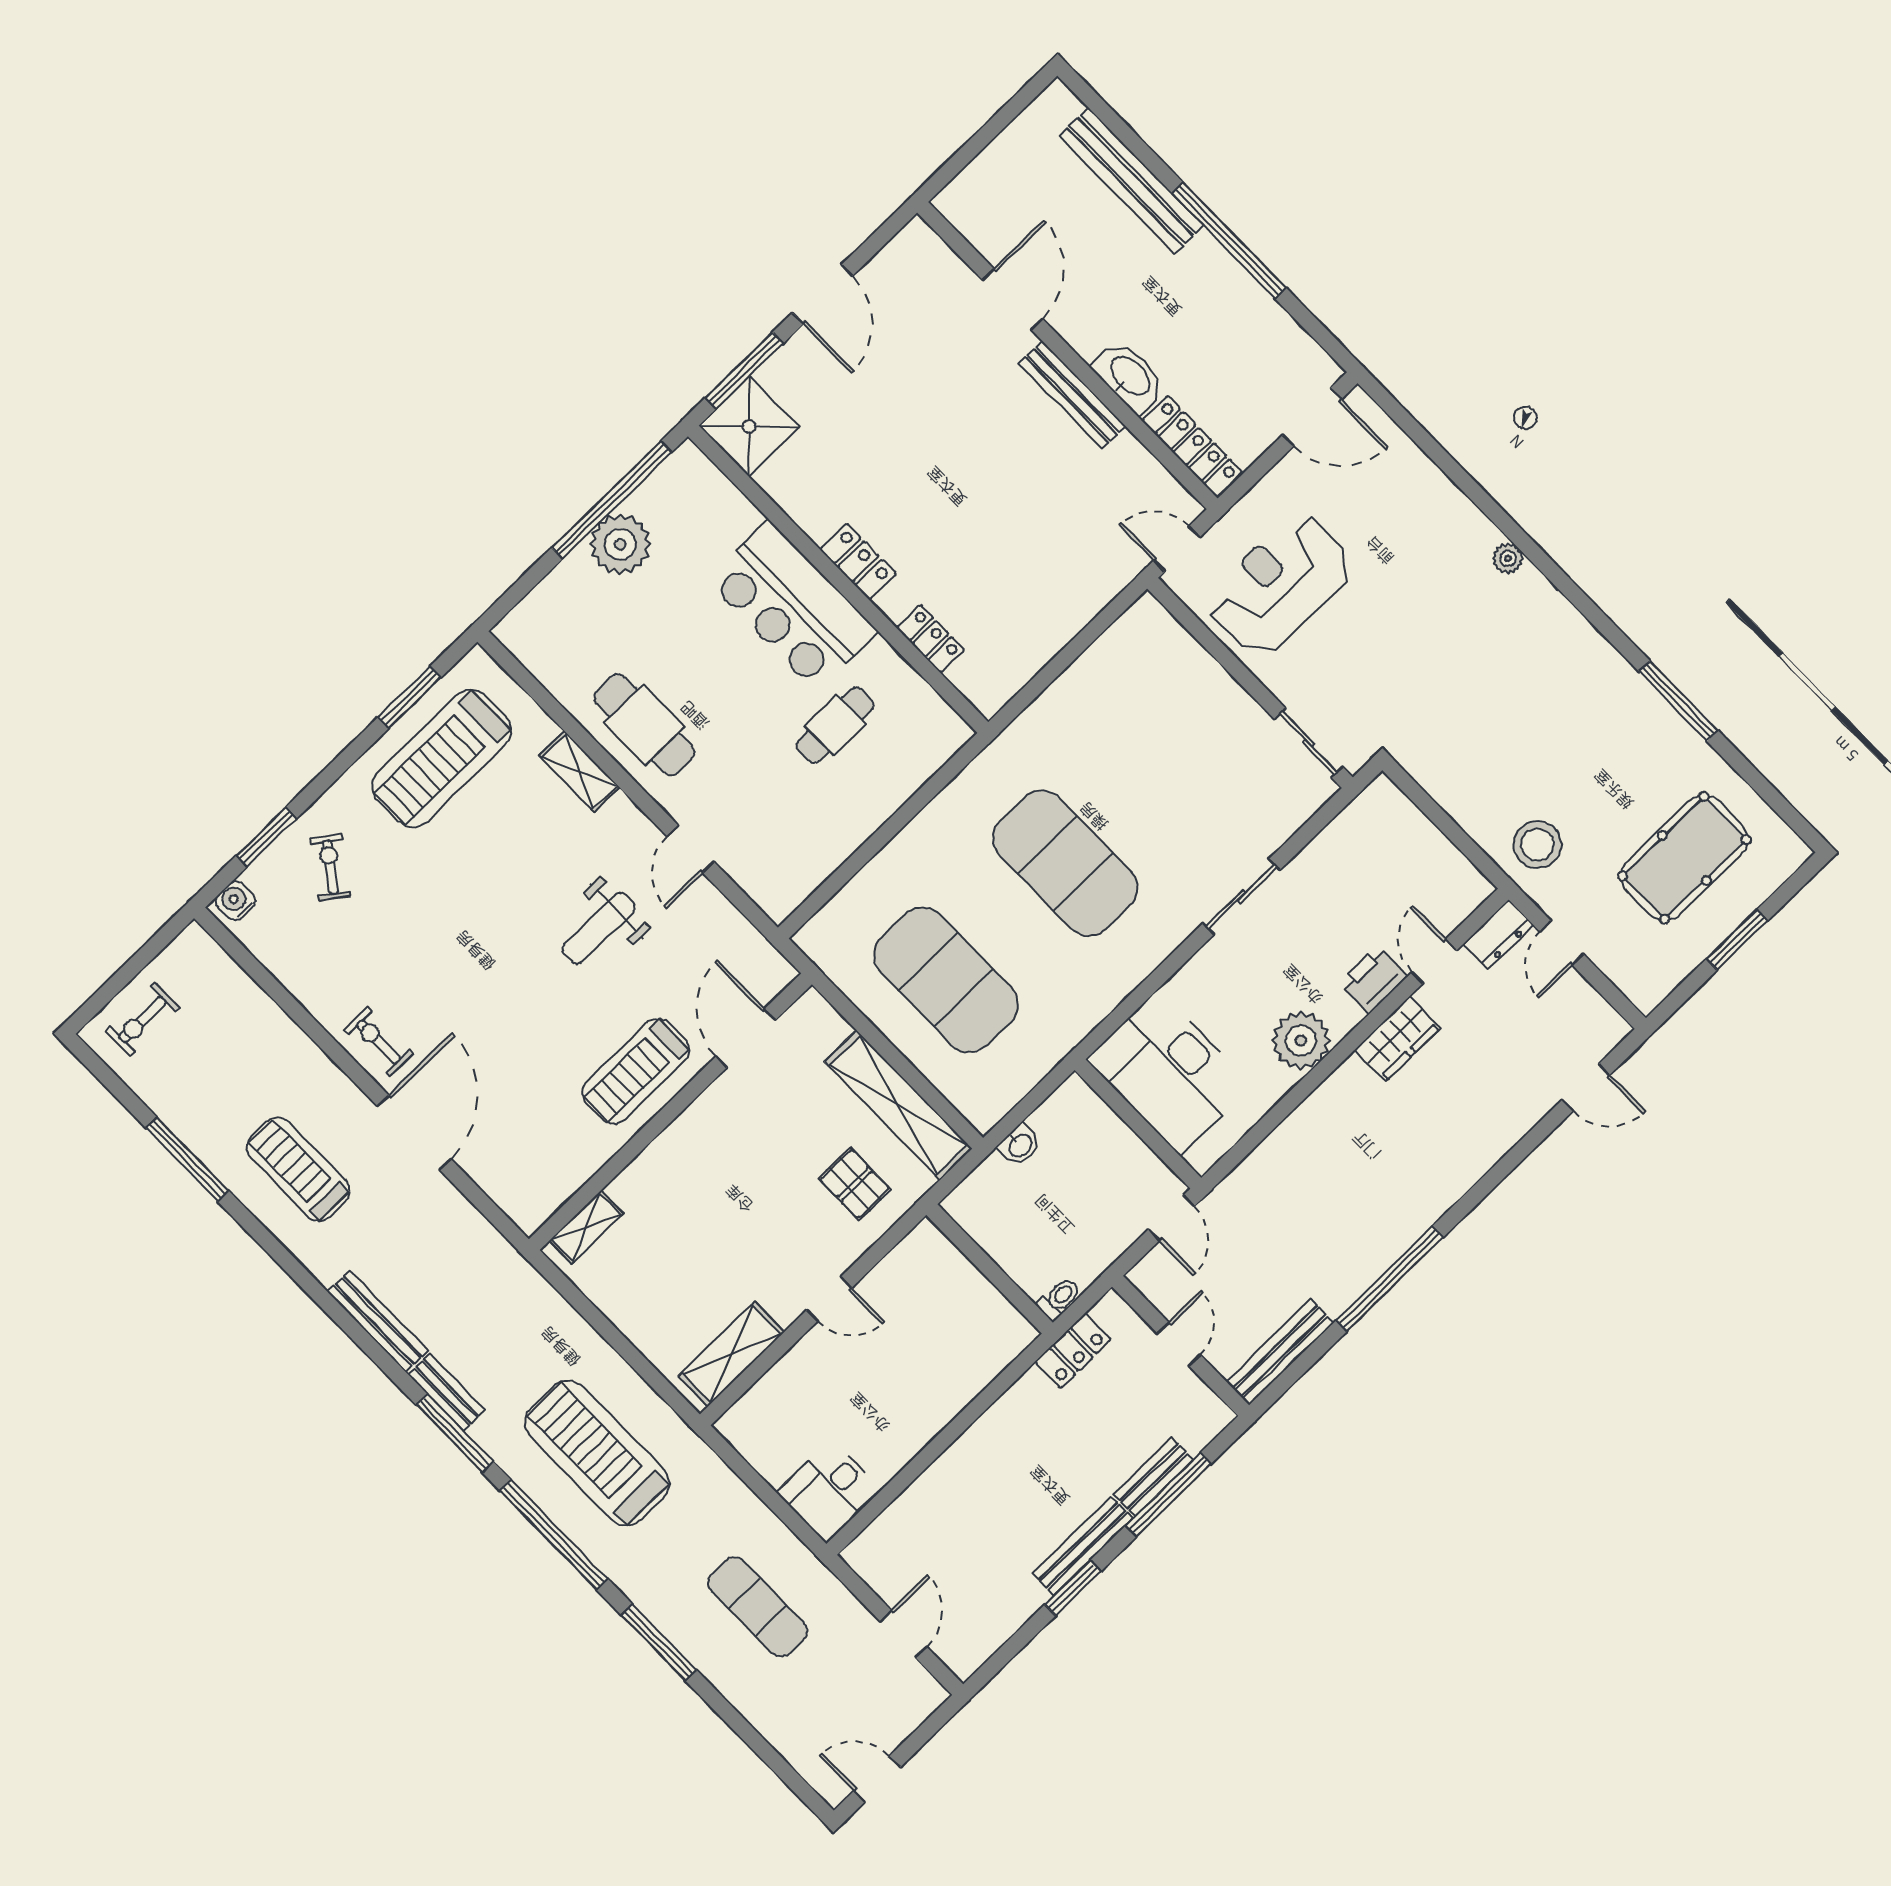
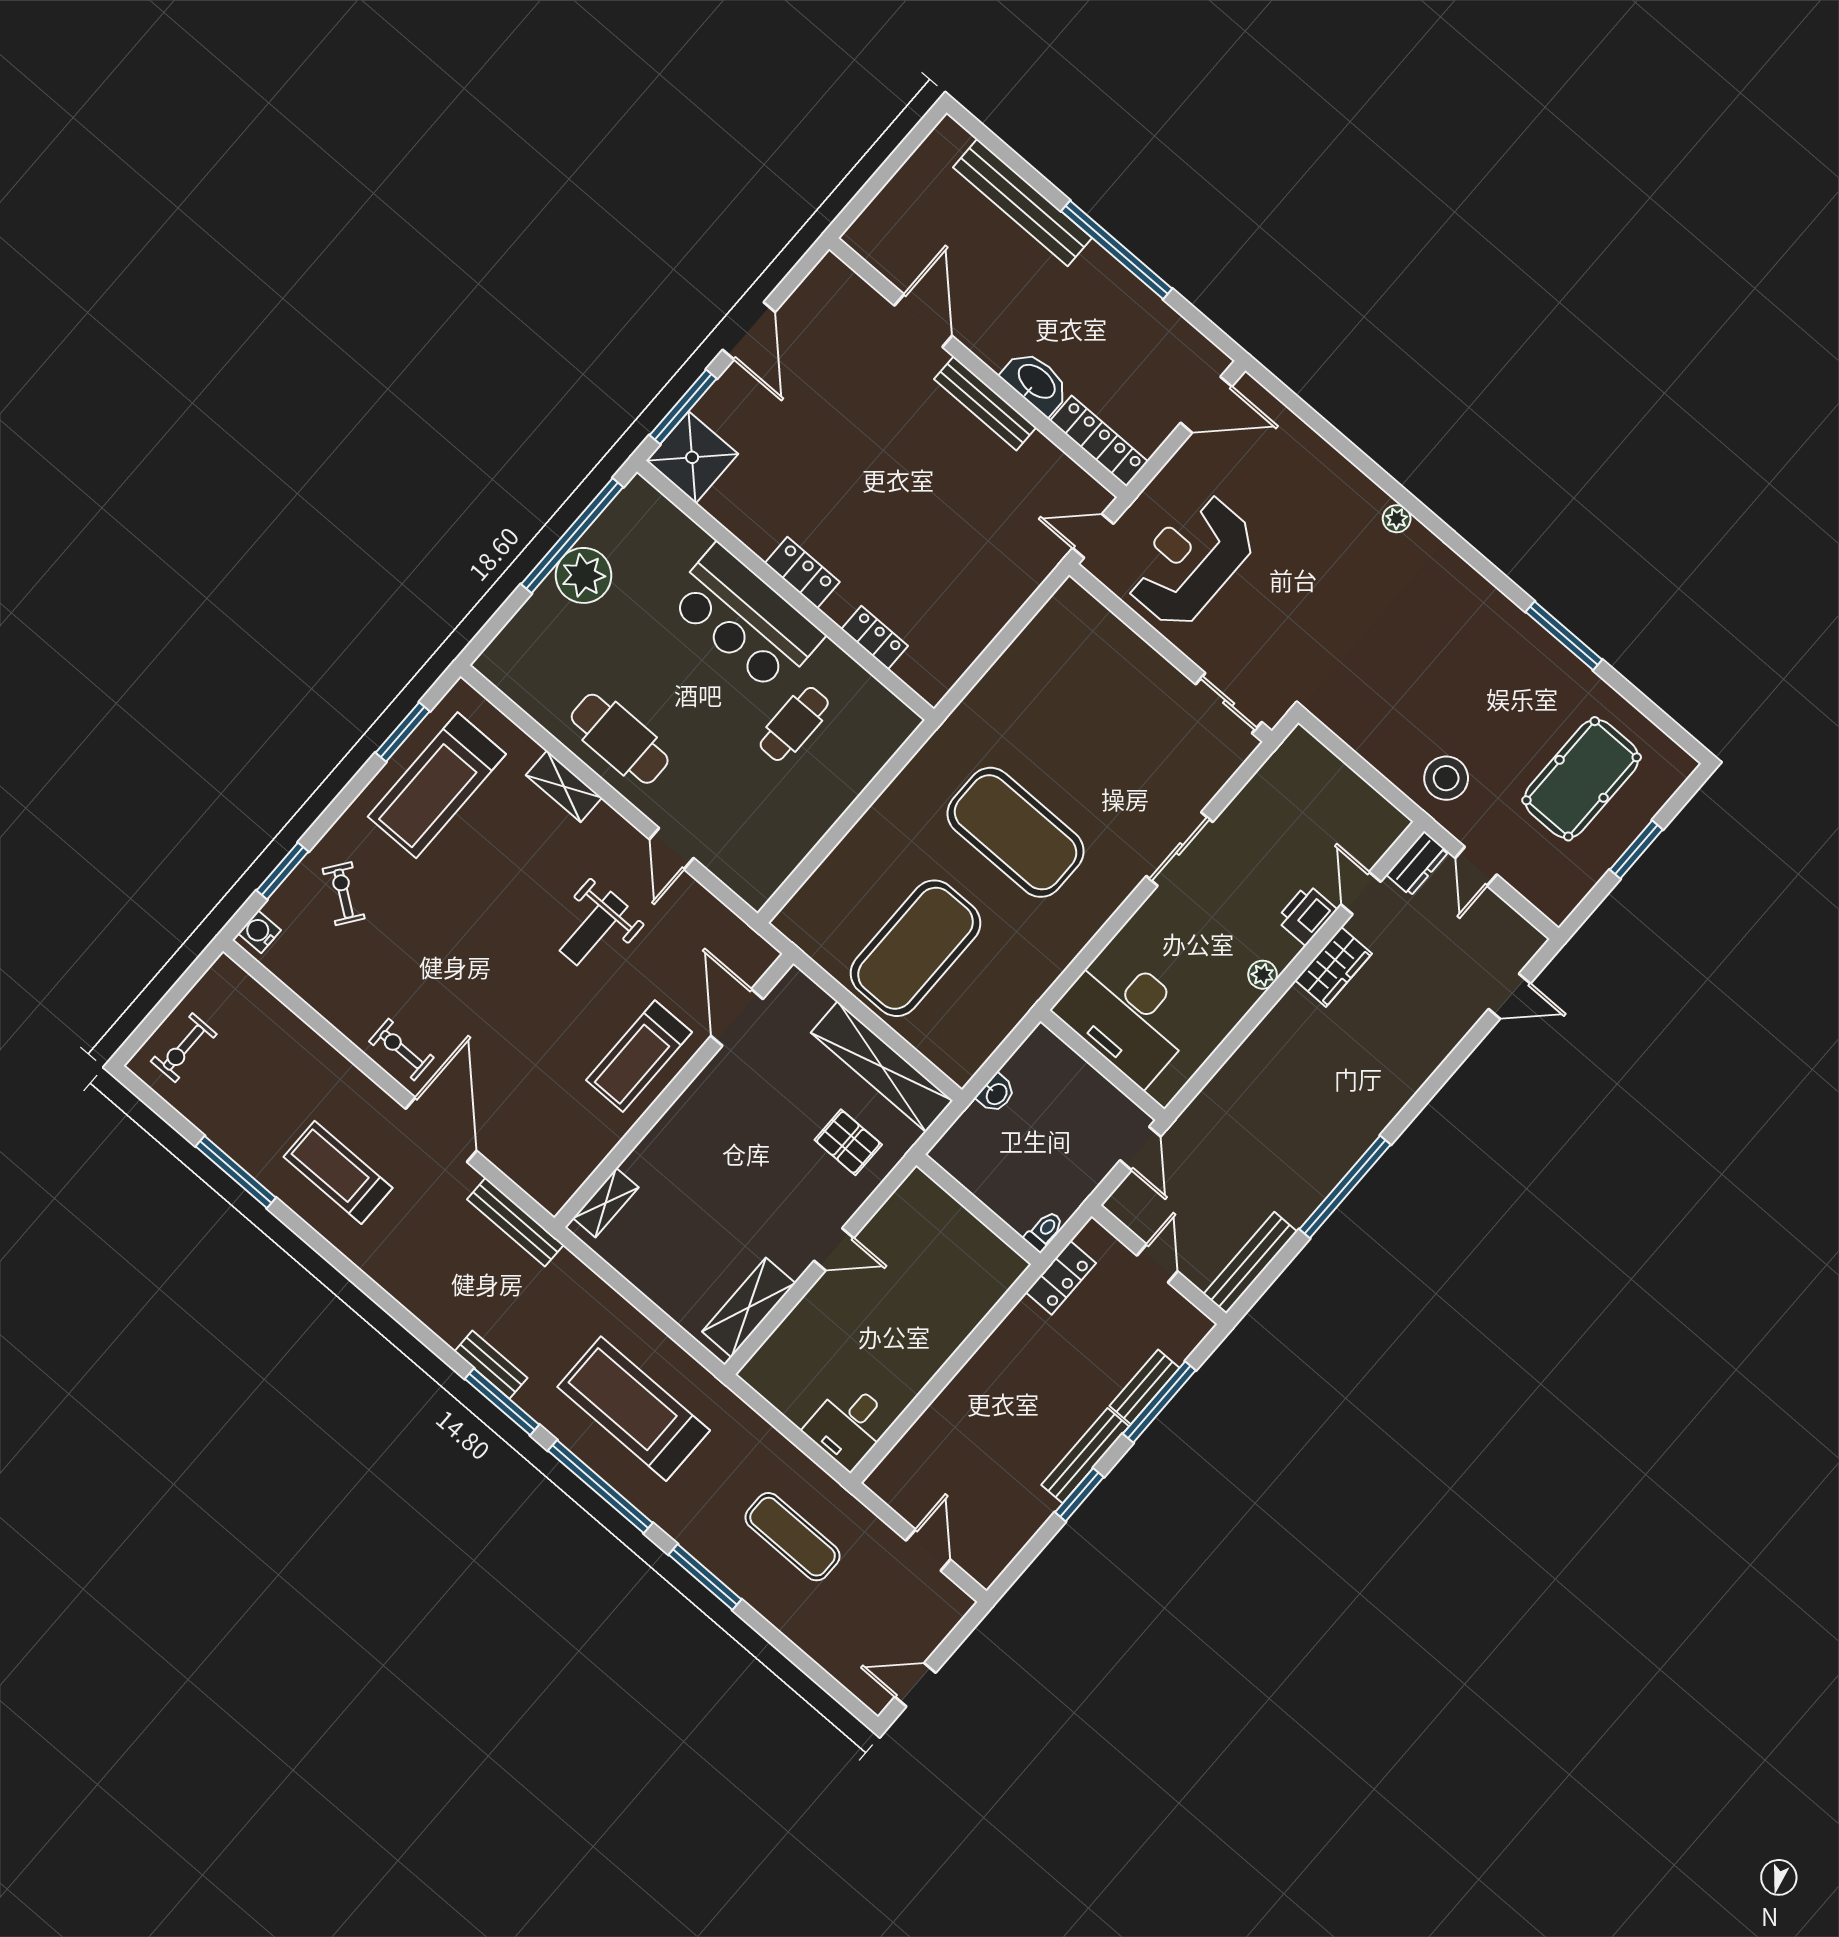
exercise mat: (946, 980) -> (916, 948), turned 90
plant: (1301, 1040) -> (1263, 975), width x0.53, depth x0.53
bench: (378, 1321) -> (515, 1222), moved

